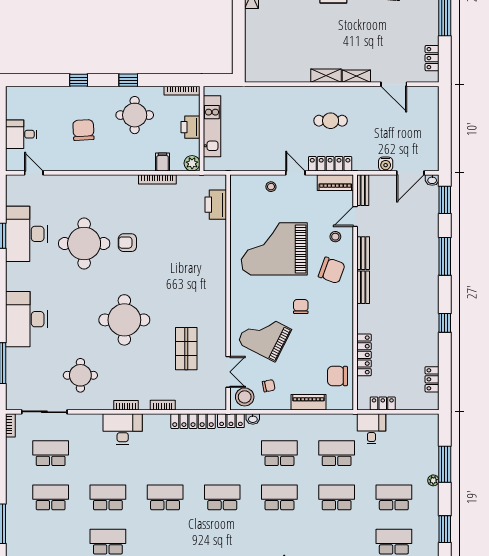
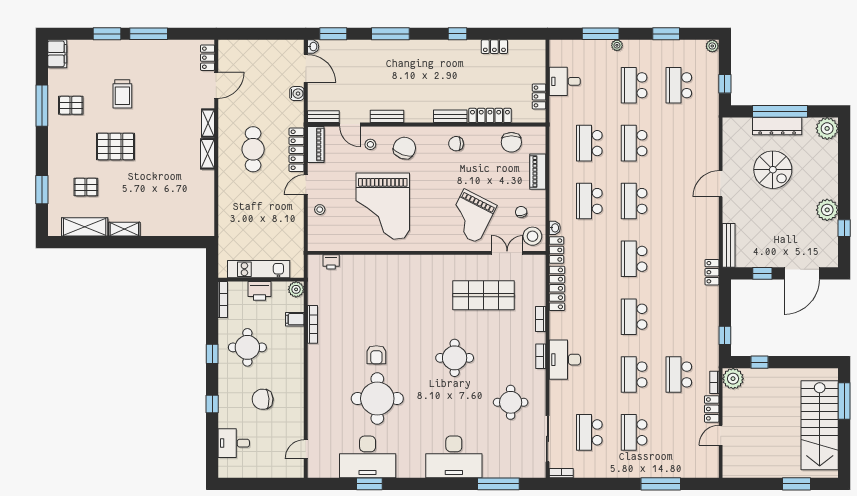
locker: (432, 58) -> (208, 58), moved, turned 90
cafe table: (331, 121) -> (253, 149), width x1.37, depth x1.35
desk: (21, 134) -> (234, 443), moved, turned 90
printer: (216, 205) -> (331, 262), width x0.53, depth x0.68
bench: (363, 287) -> (450, 116), moved
chair: (301, 306) -> (456, 144), moved
round table: (124, 320) -> (455, 358), width x0.73, depth x0.73
shop shelf: (186, 349) -> (484, 295), width x1.43, depth x1.36
locker: (432, 379) -> (494, 47), moved
desk: (371, 429) -> (565, 81), moved

